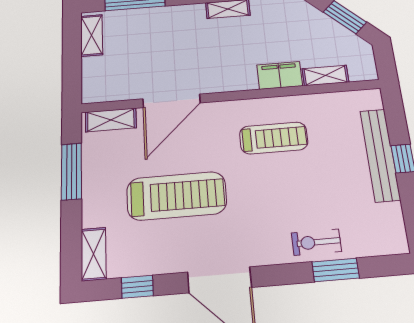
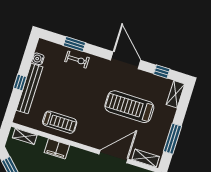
shelving: (325, 75) -> (25, 136), moved
treadmill: (274, 138) -> (60, 122), moved, turned 180
water cooler: (392, 214) -> (38, 59), added

